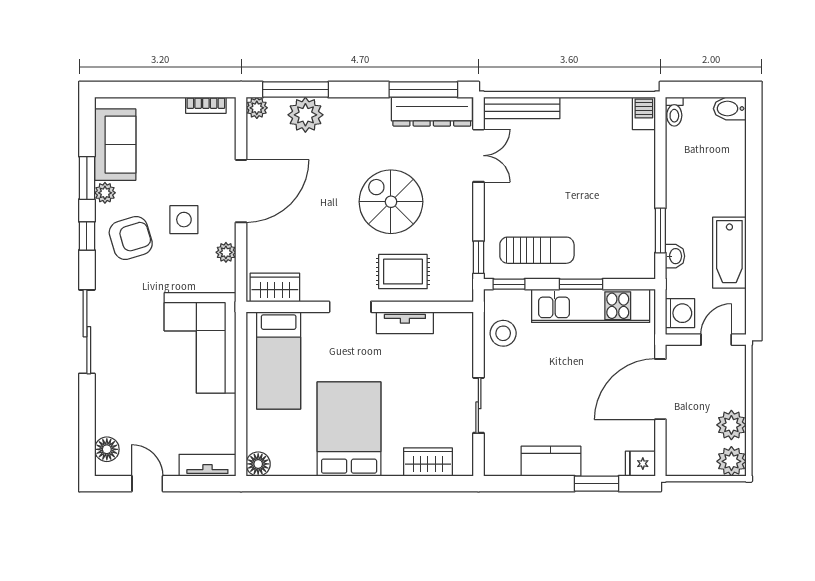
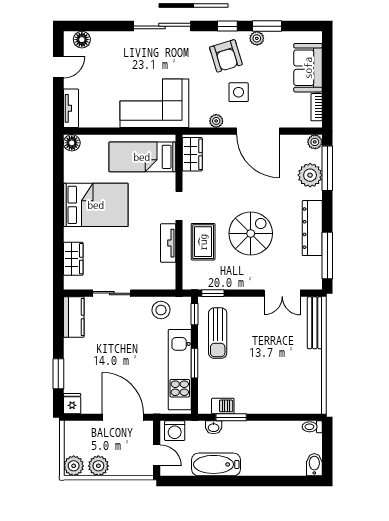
dresser: (432, 112) -> (312, 228), moved
barbecue: (644, 113) -> (223, 406), moved
sofa: (115, 145) -> (308, 68), moved, turned 90
kitchen counter: (551, 461) -> (74, 317), moved

